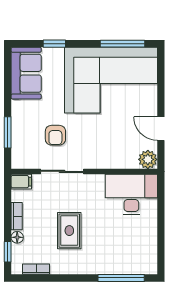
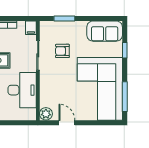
door: (161, 129) -> (67, 123), hinge flipped
desk: (131, 194) -> (22, 90), moved

